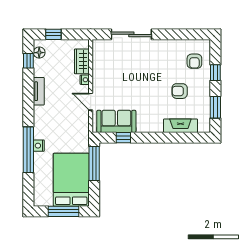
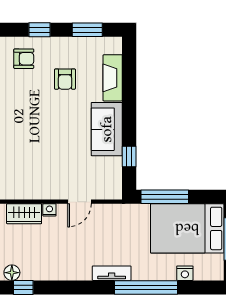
tv unit: (39, 91) -> (112, 273), moved
sofa: (116, 121) -> (107, 129), moved
nightstand: (39, 146) -> (185, 273), moved

